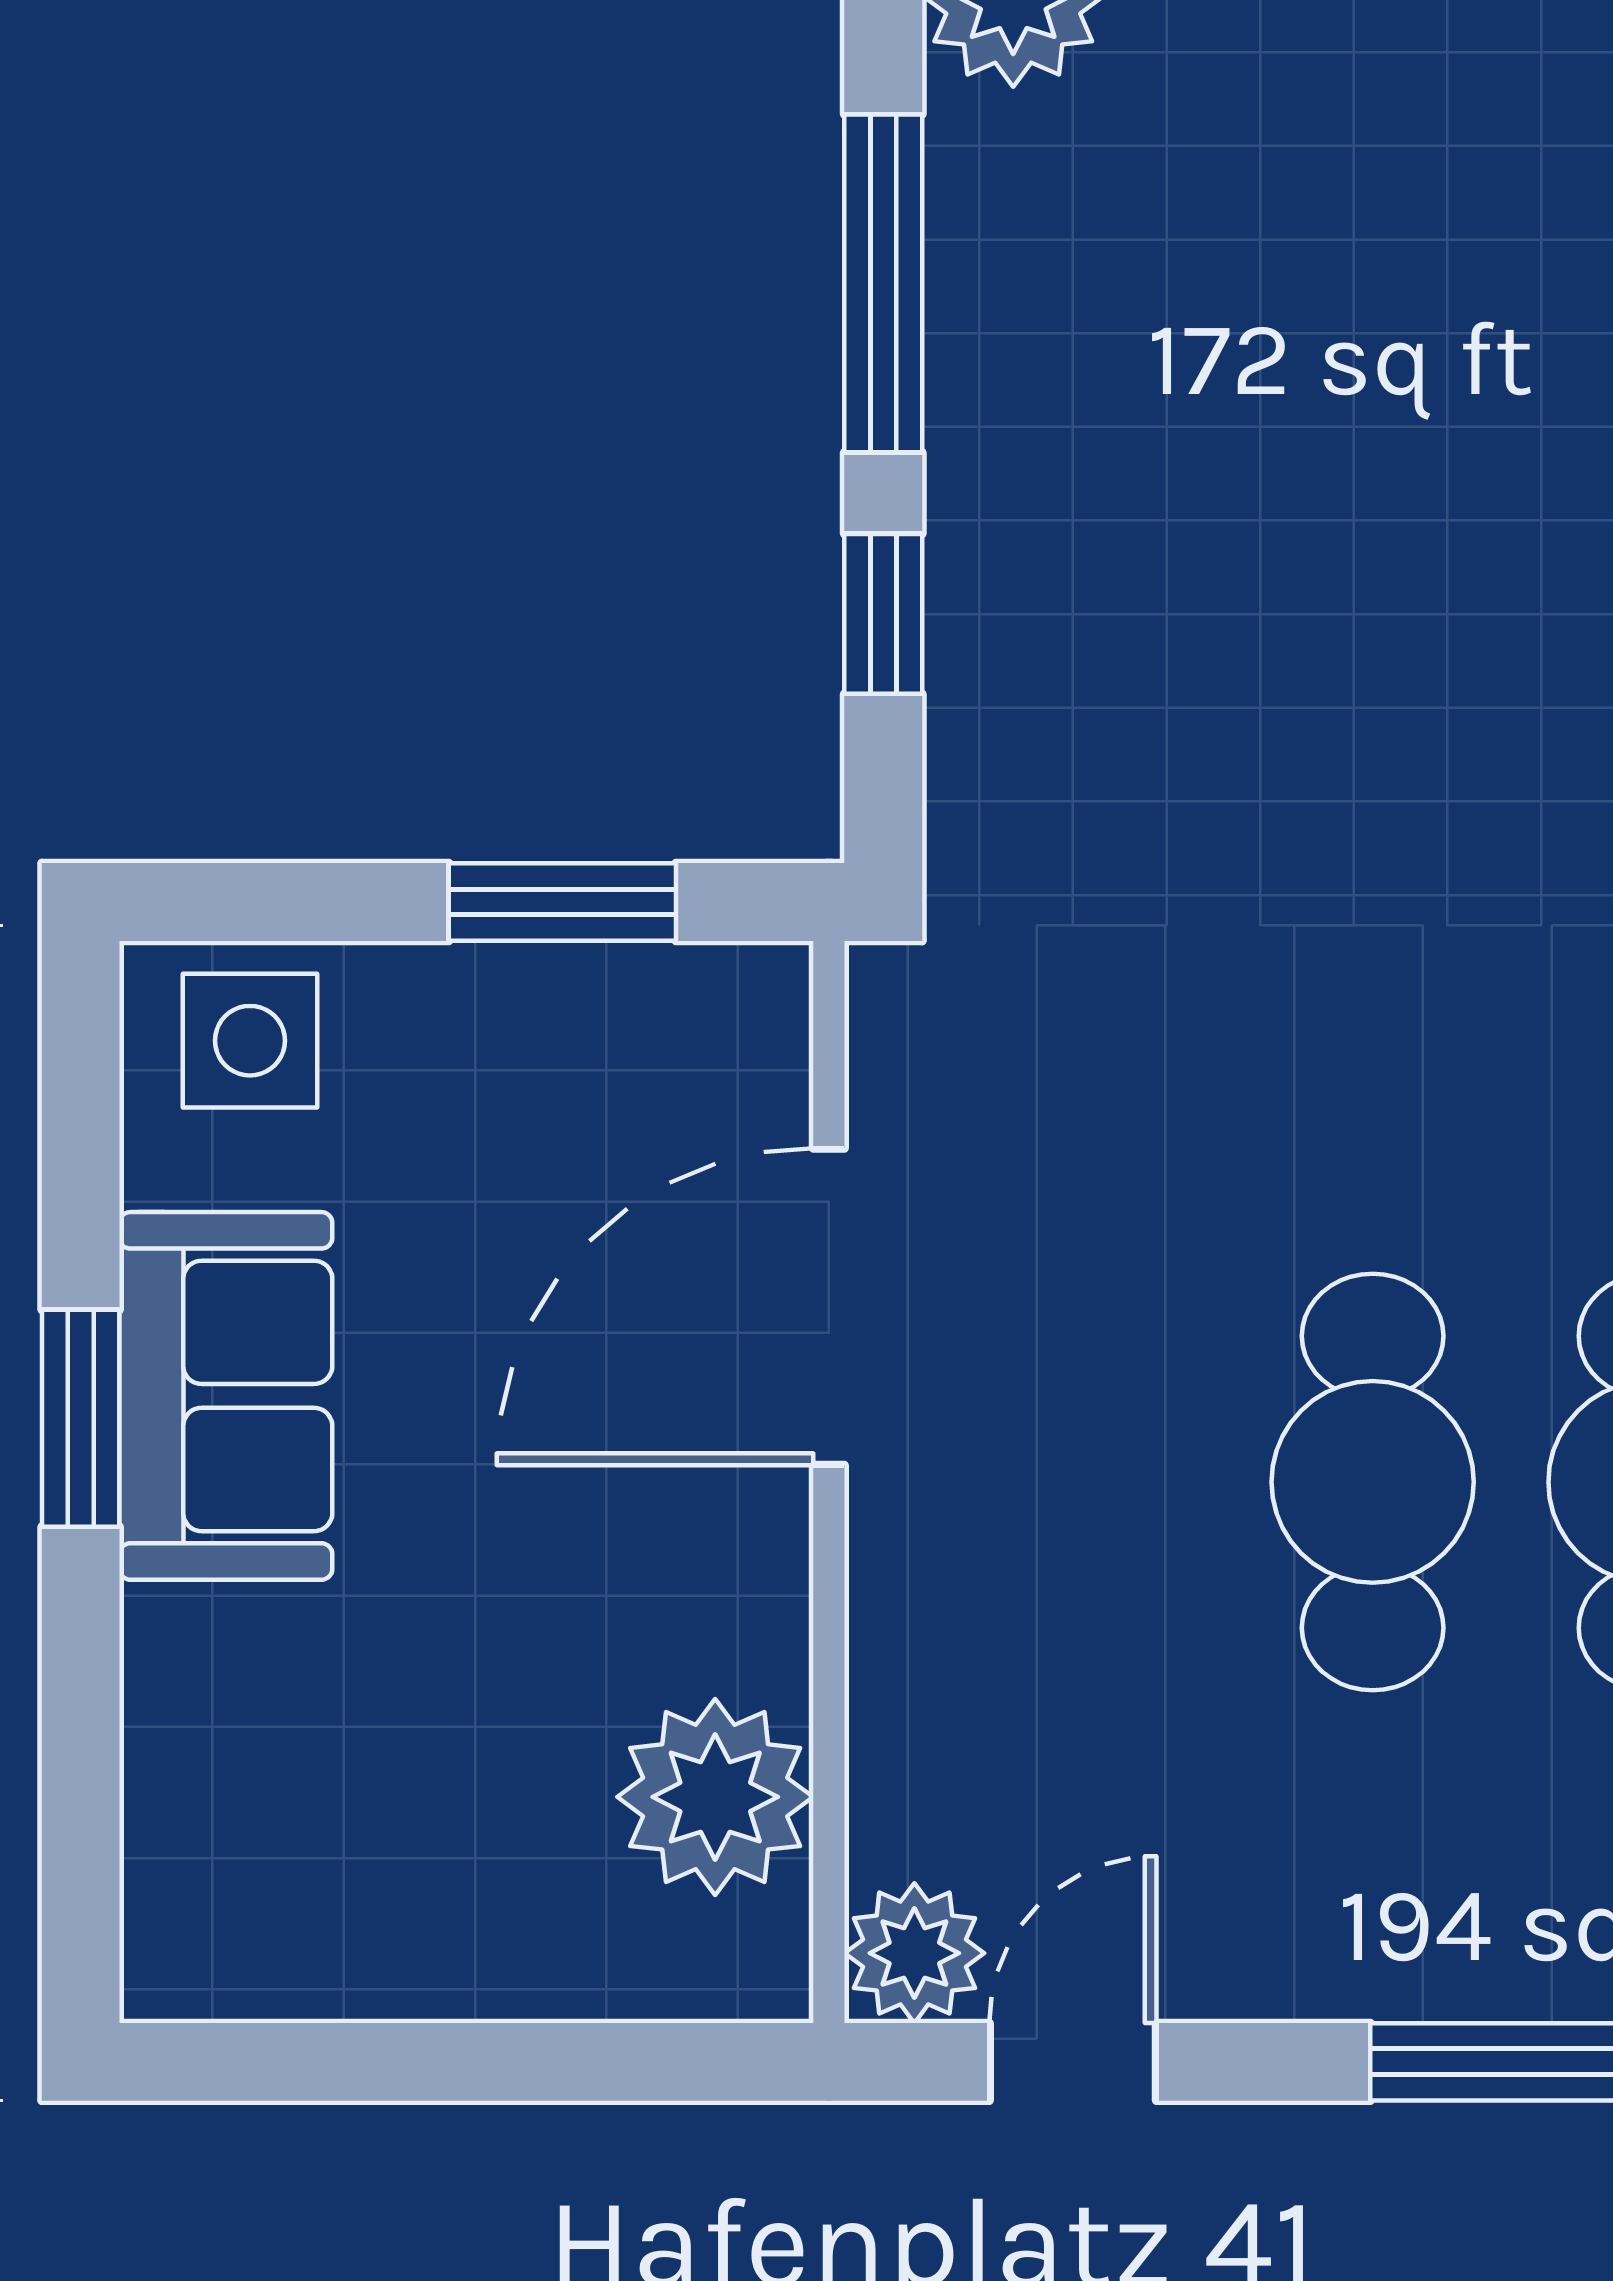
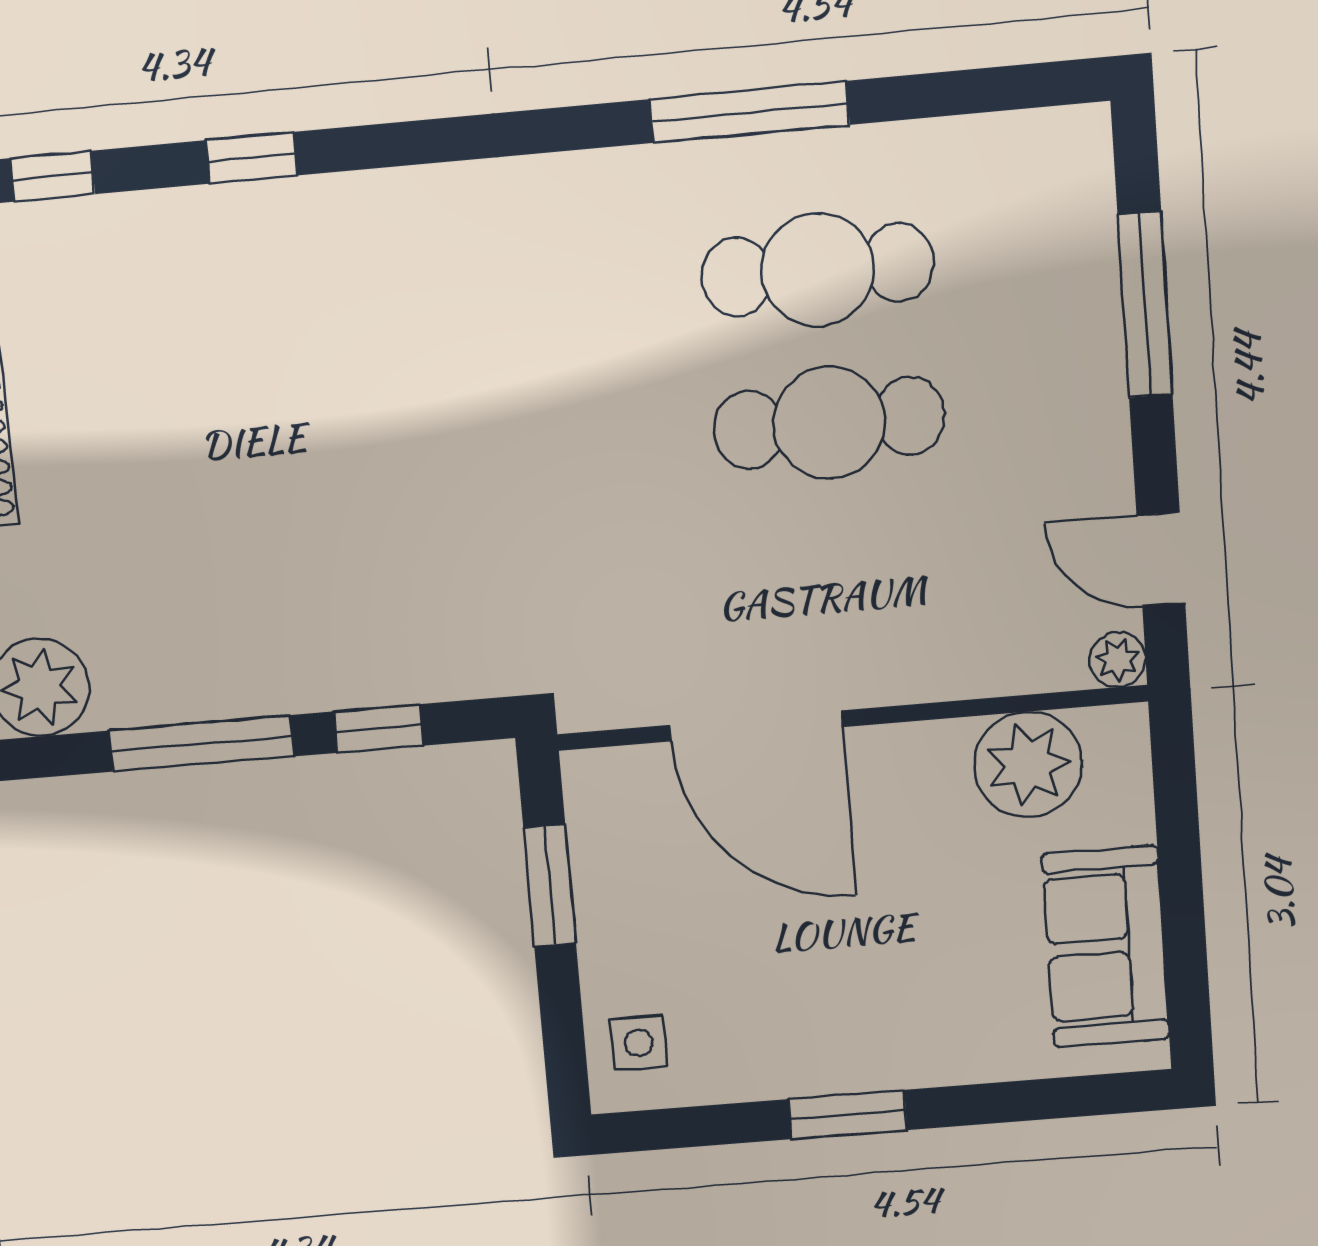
side table: (250, 1041) -> (638, 1043), width x0.73, depth x0.73
sofa: (226, 1396) -> (1106, 947), moved, turned -90
plant: (914, 1953) -> (1117, 660), width x0.73, depth x0.73

